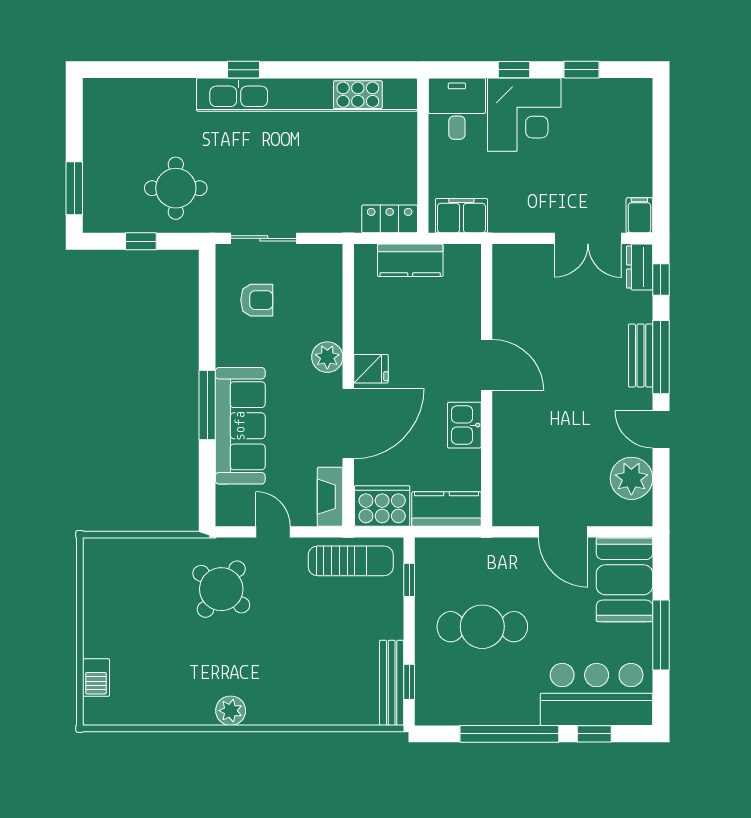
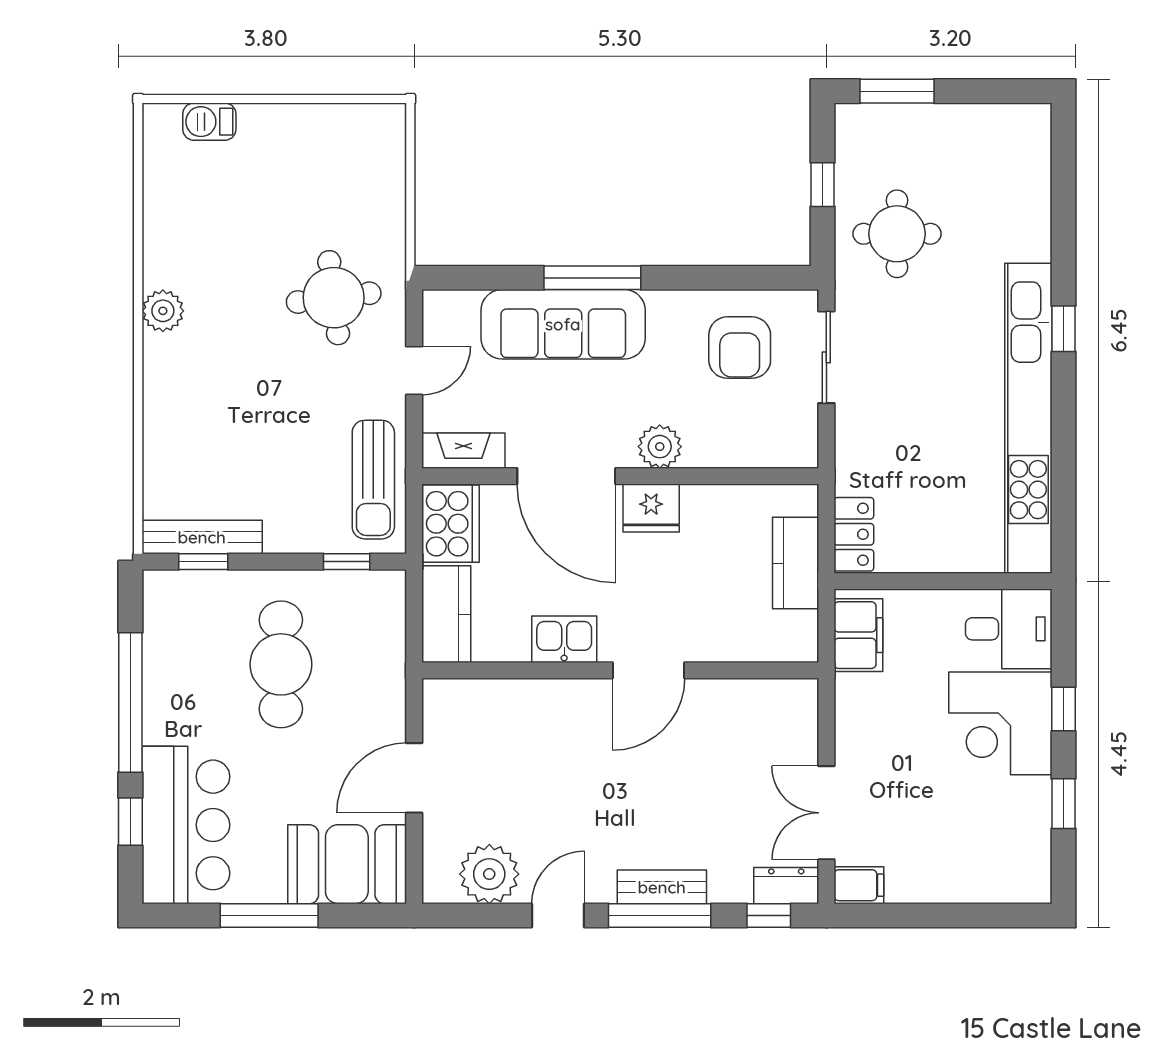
armchair: (257, 300) -> (740, 348), width x1.38, depth x1.38
fridge: (371, 369) -> (651, 508), width x1.38
round table: (221, 589) -> (334, 298), turned 45

